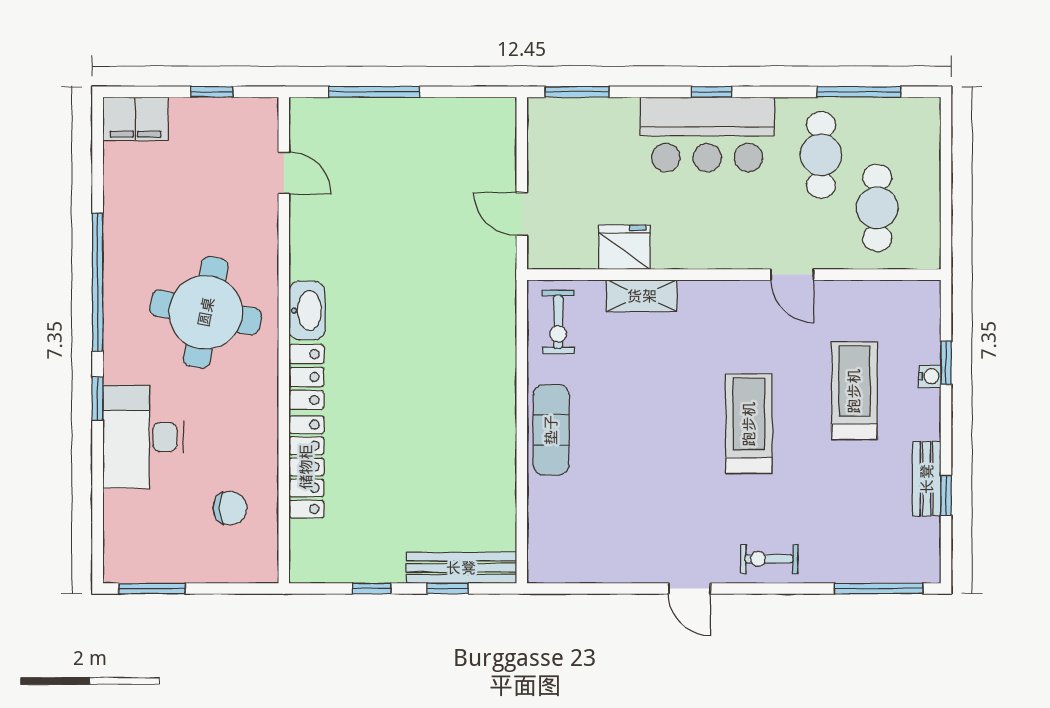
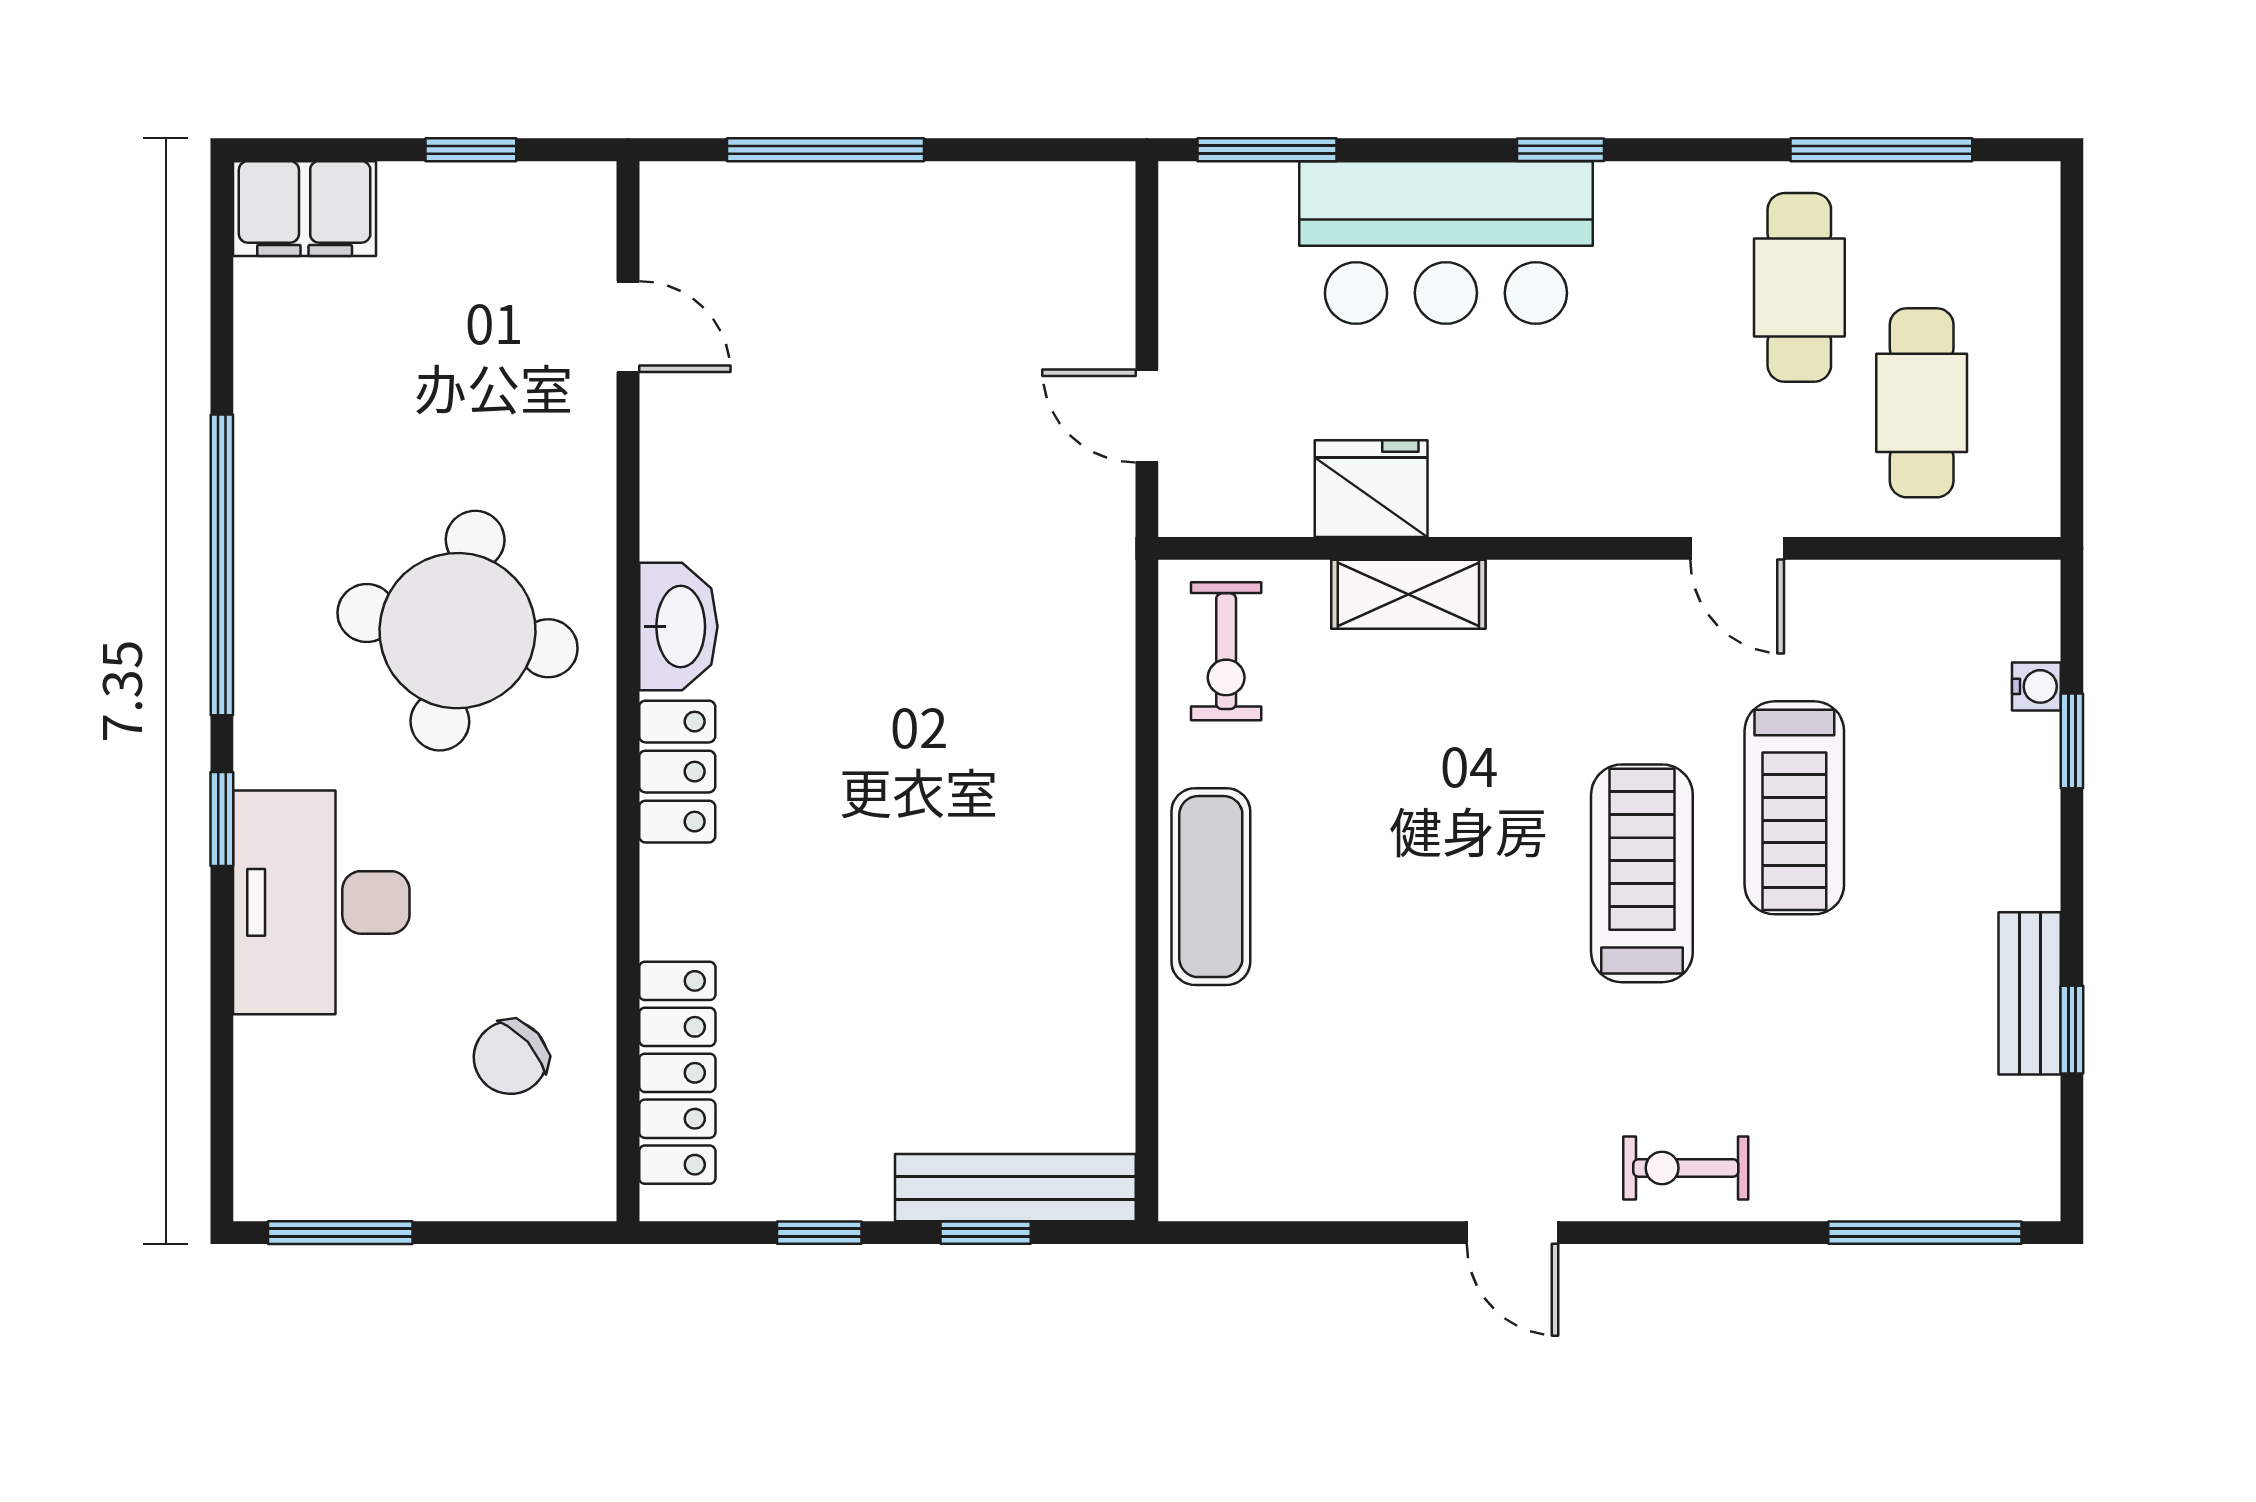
bar counter: (707, 134) -> (1446, 243), moved
water cooler: (930, 376) -> (2036, 686), moved
treadmill: (854, 391) -> (1794, 808), moved, turned 180
locker: (306, 467) -> (677, 1073), moved
chair: (230, 508) -> (510, 1057), turned 138

